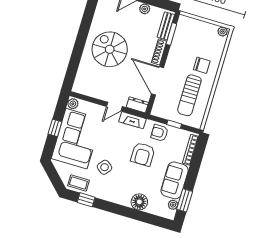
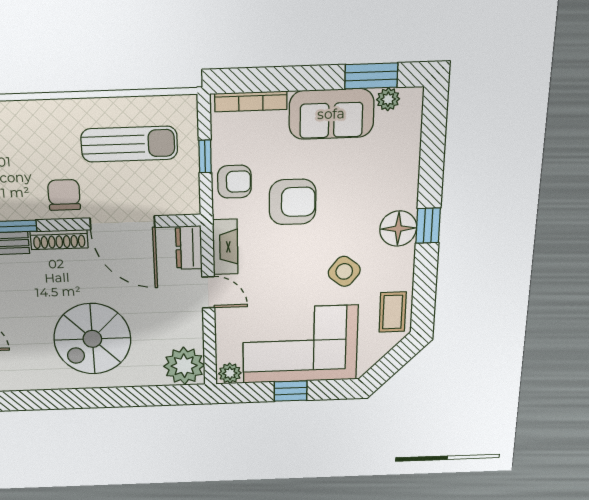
chair: (202, 65) -> (64, 195), moved
door: (157, 81) -> (122, 223), hinge flipped
plant: (83, 85) -> (184, 366), added
armchair: (160, 133) -> (234, 182), turned -90
window: (86, 200) -> (428, 226), moved
floor lamp: (139, 202) -> (398, 229), moved

